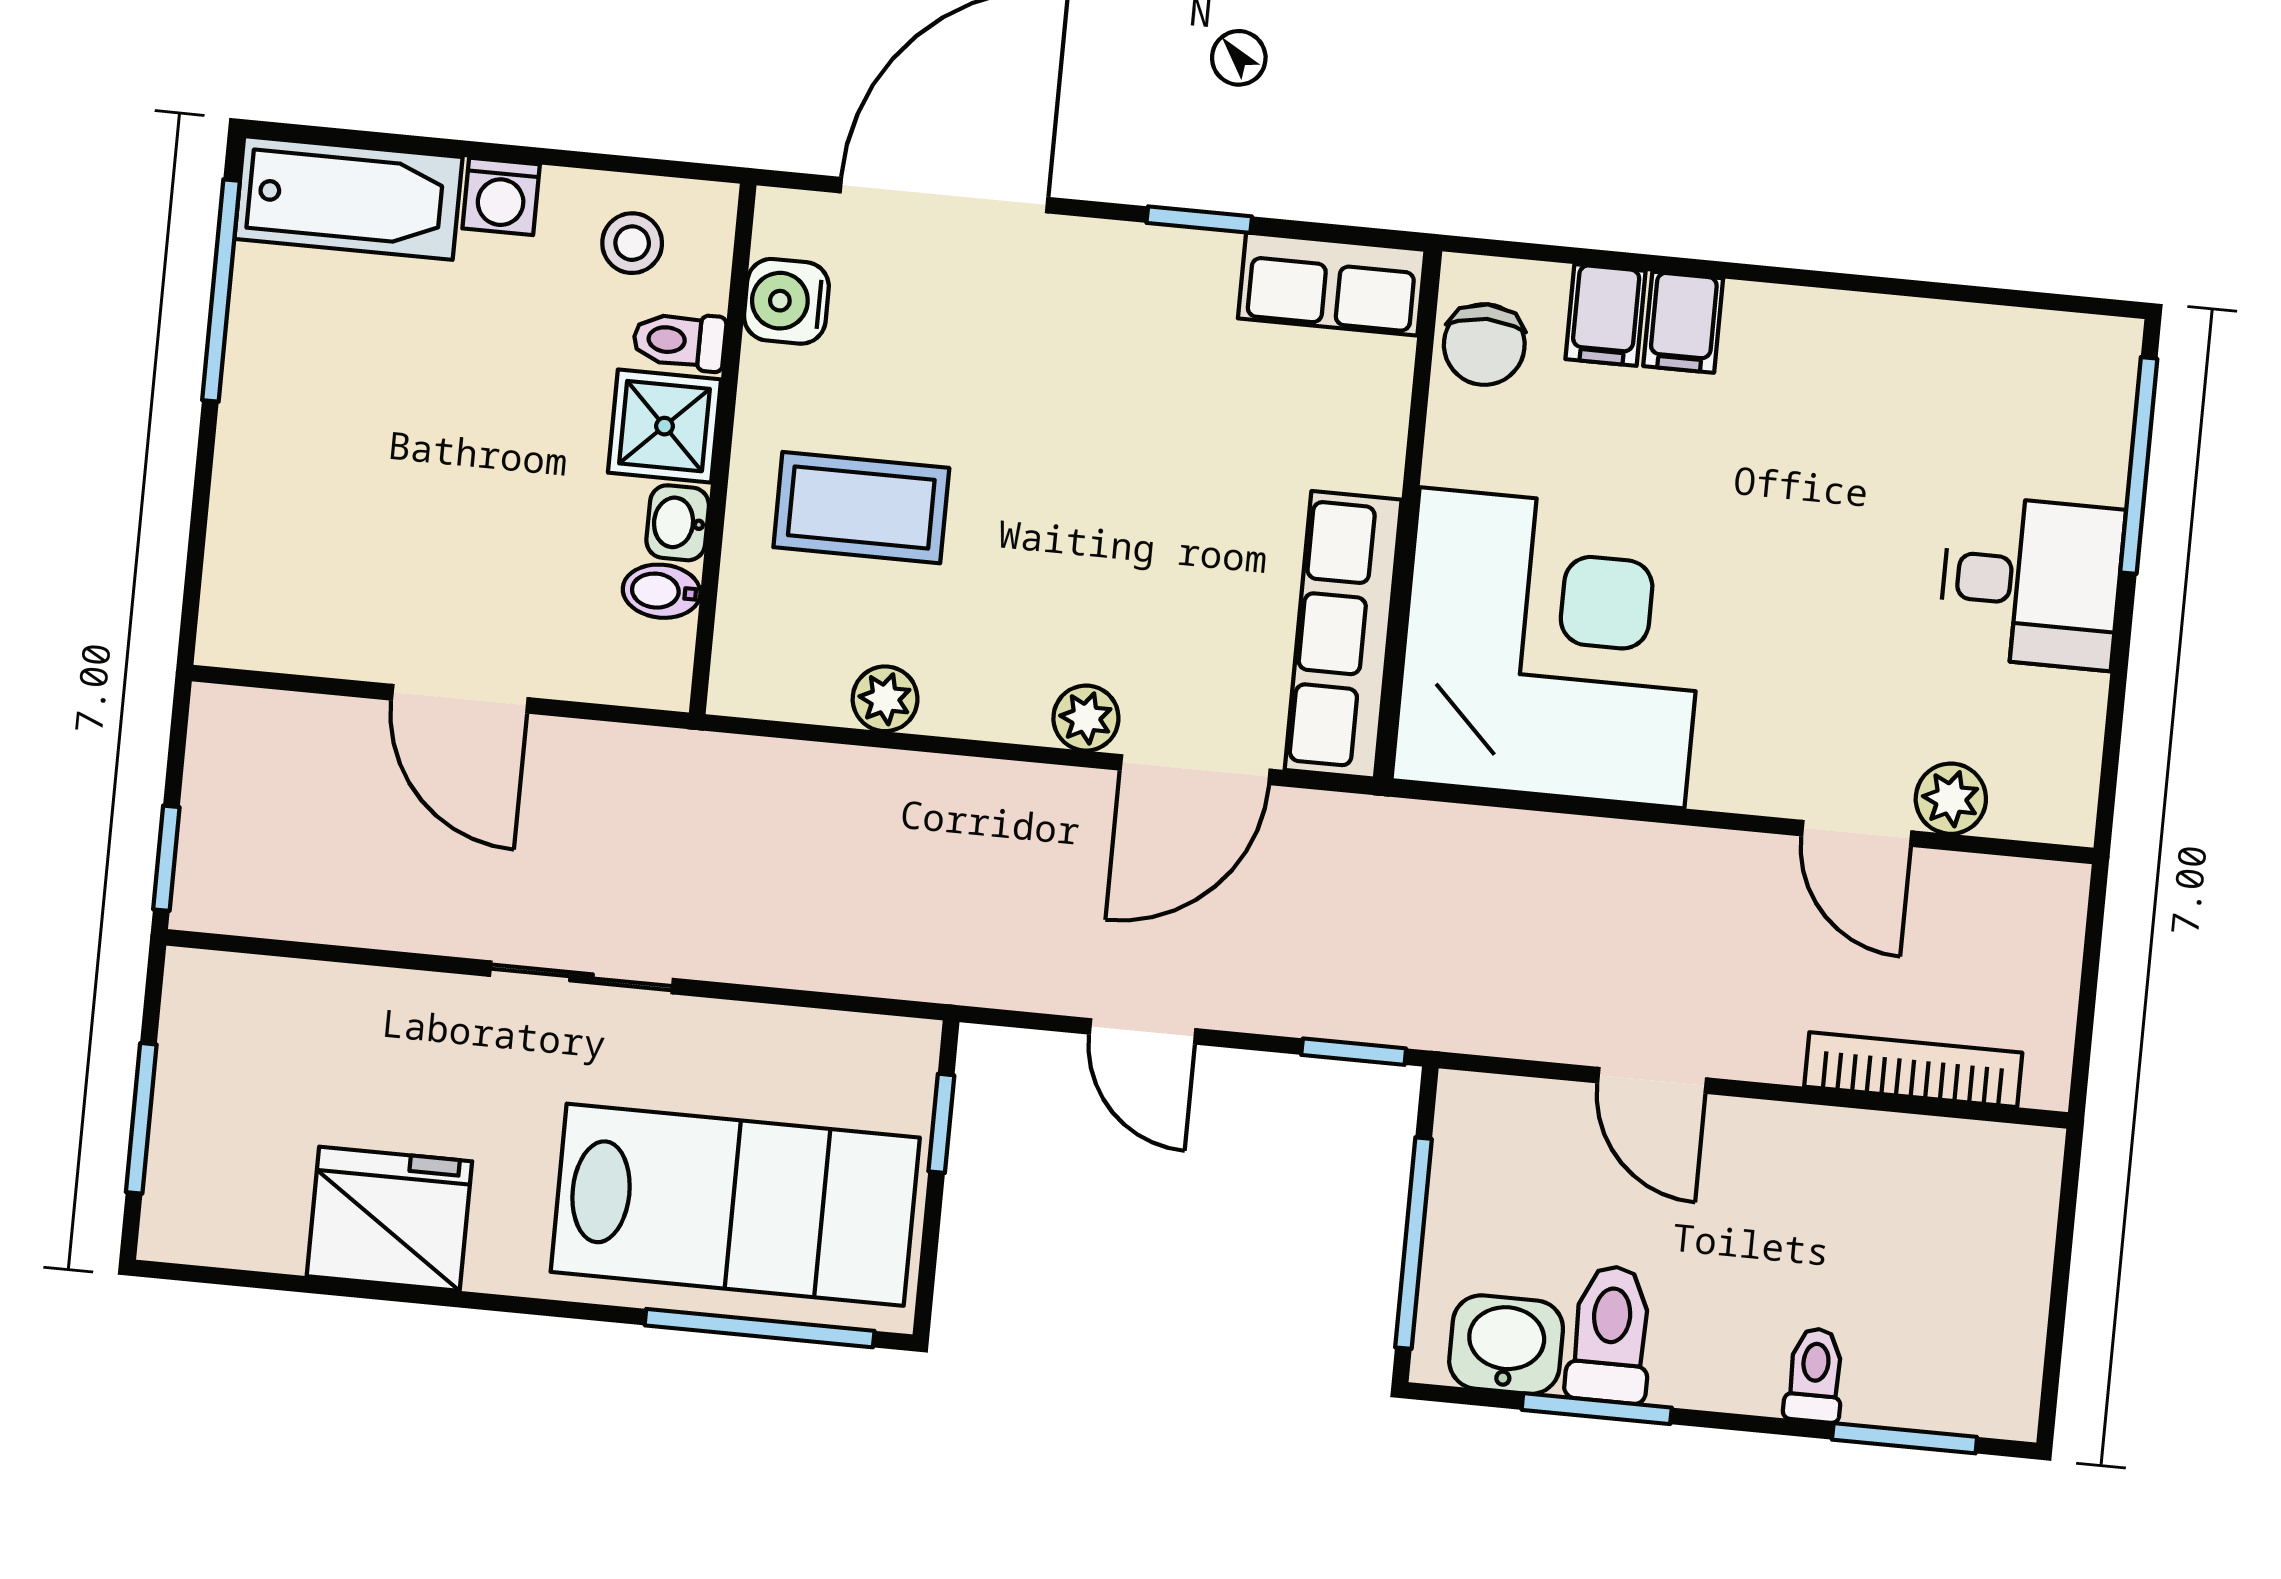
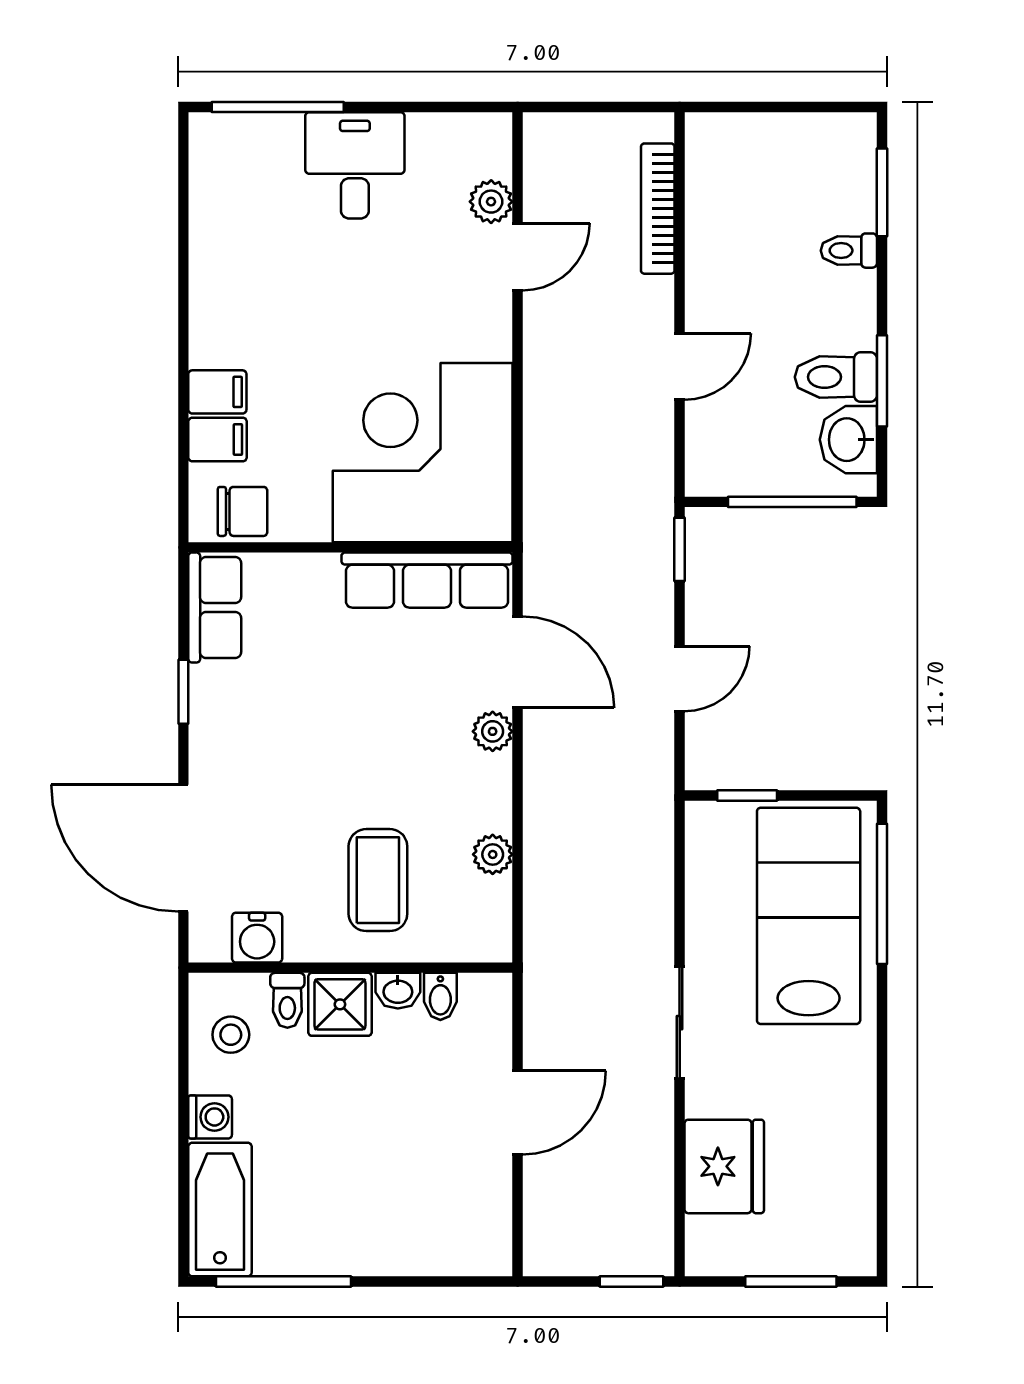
fridge: (389, 1219) -> (724, 1166), moved, turned 180

